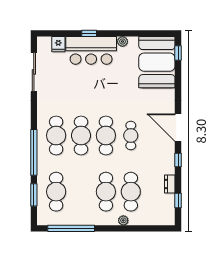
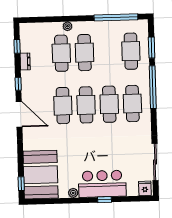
fridge: (58, 44) -> (145, 188), moved
cafe table: (131, 135) -> (63, 106), width x1.37, depth x1.35

